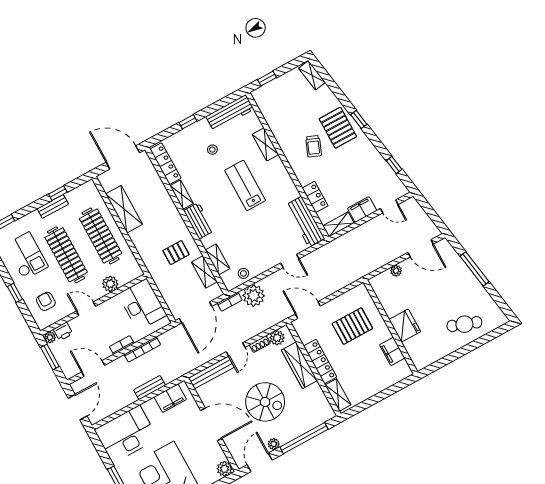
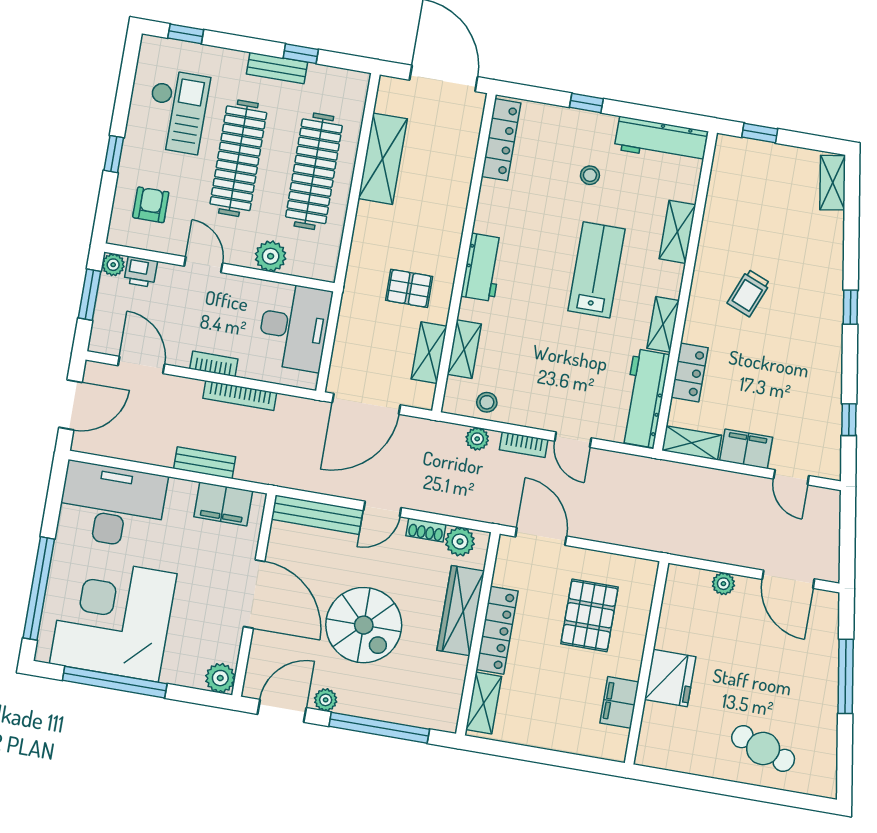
pallet: (338, 128) -> (808, 294), removed
shelving: (182, 195) -> (663, 324), moved
plant: (254, 296) -> (477, 439), width x0.53, depth x0.53
bookcase: (230, 302) -> (524, 445), moved
pallet: (352, 326) -> (590, 615), turned 90

